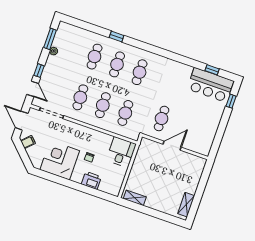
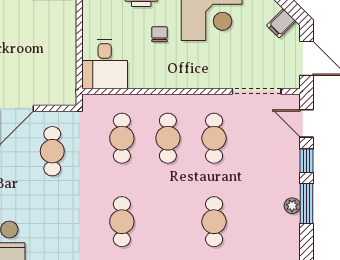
window: (50, 39) -> (307, 204), moved
cafe table: (117, 64) -> (168, 222), removed

